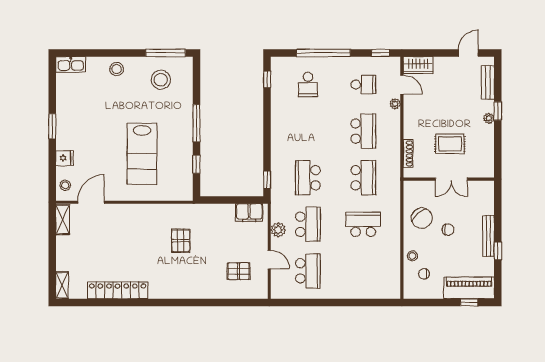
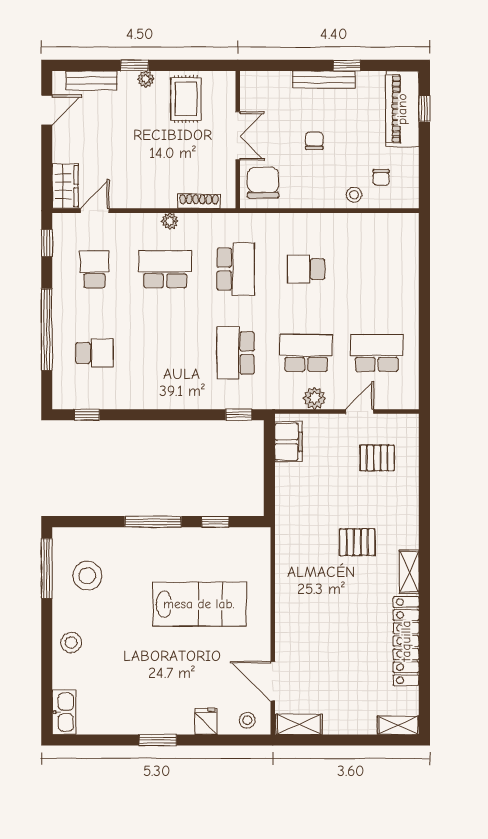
door: (468, 53) -> (47, 110), swing flipped
plant: (395, 104) -> (170, 221), moved
rug: (450, 144) -> (186, 99), moved
school desk: (308, 178) -> (236, 353), turned 90
school desk: (363, 178) -> (236, 269), turned 90
chair: (422, 218) -> (263, 183), moved, turned -49
school desk: (363, 224) -> (306, 269), width x0.54
pallet: (181, 241) -> (357, 542), moved
pallet: (239, 271) -> (377, 458), turned 90
shelving: (163, 292) -> (409, 572), added

